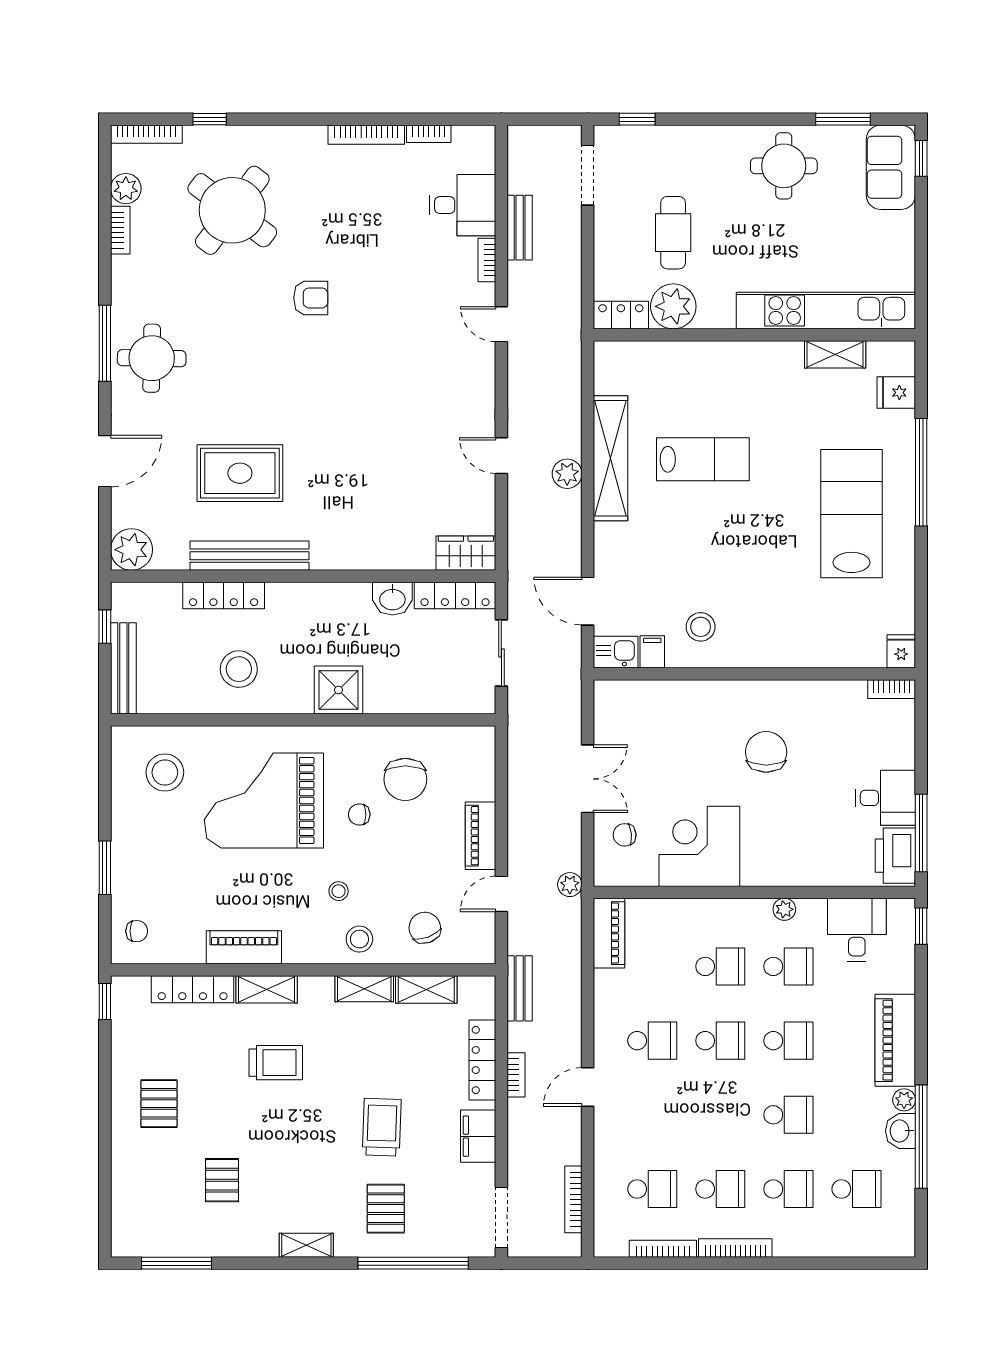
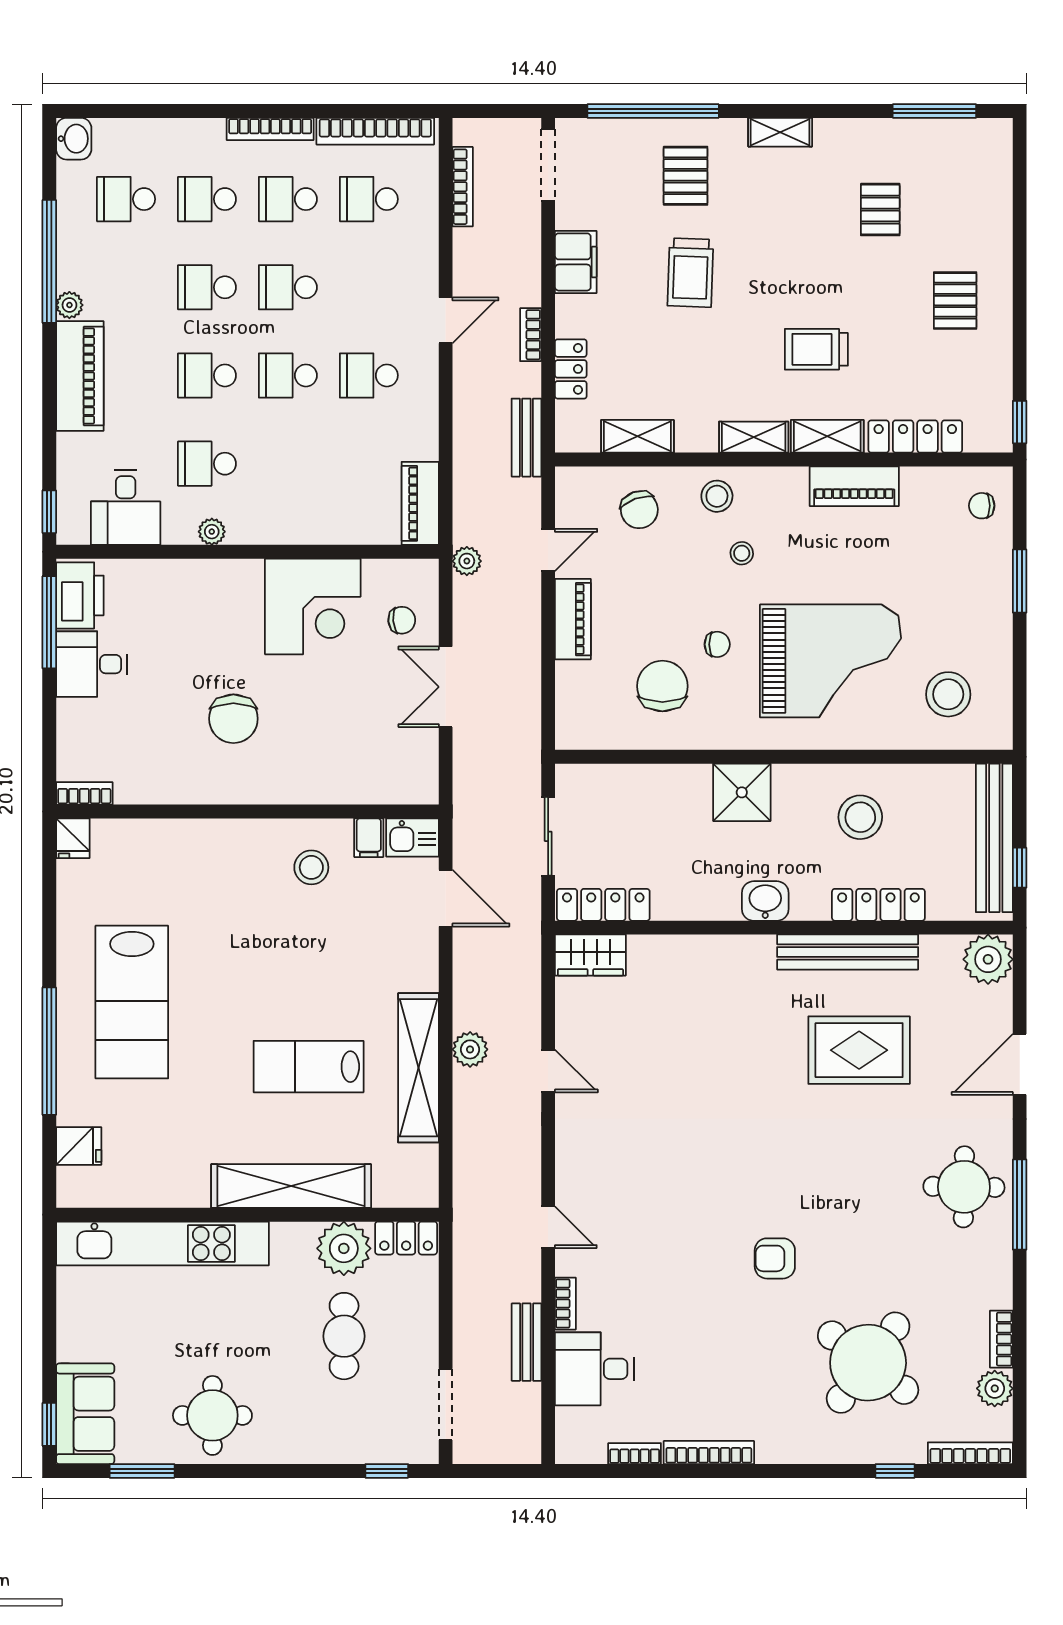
shelving: (835, 354) -> (291, 1186), moved, width x2.20, depth x1.33
washbasin: (392, 599) -> (765, 901), moved
bench: (123, 668) -> (994, 838), width x1.37, depth x1.21
school desk: (720, 966) -> (288, 287), moved
shelving: (364, 989) -> (754, 437), moved
locker: (482, 1060) -> (571, 369), width x0.66
washbasin: (900, 1131) -> (74, 139), moved
bookcase: (663, 1249) -> (375, 131), width x1.48, depth x1.31

